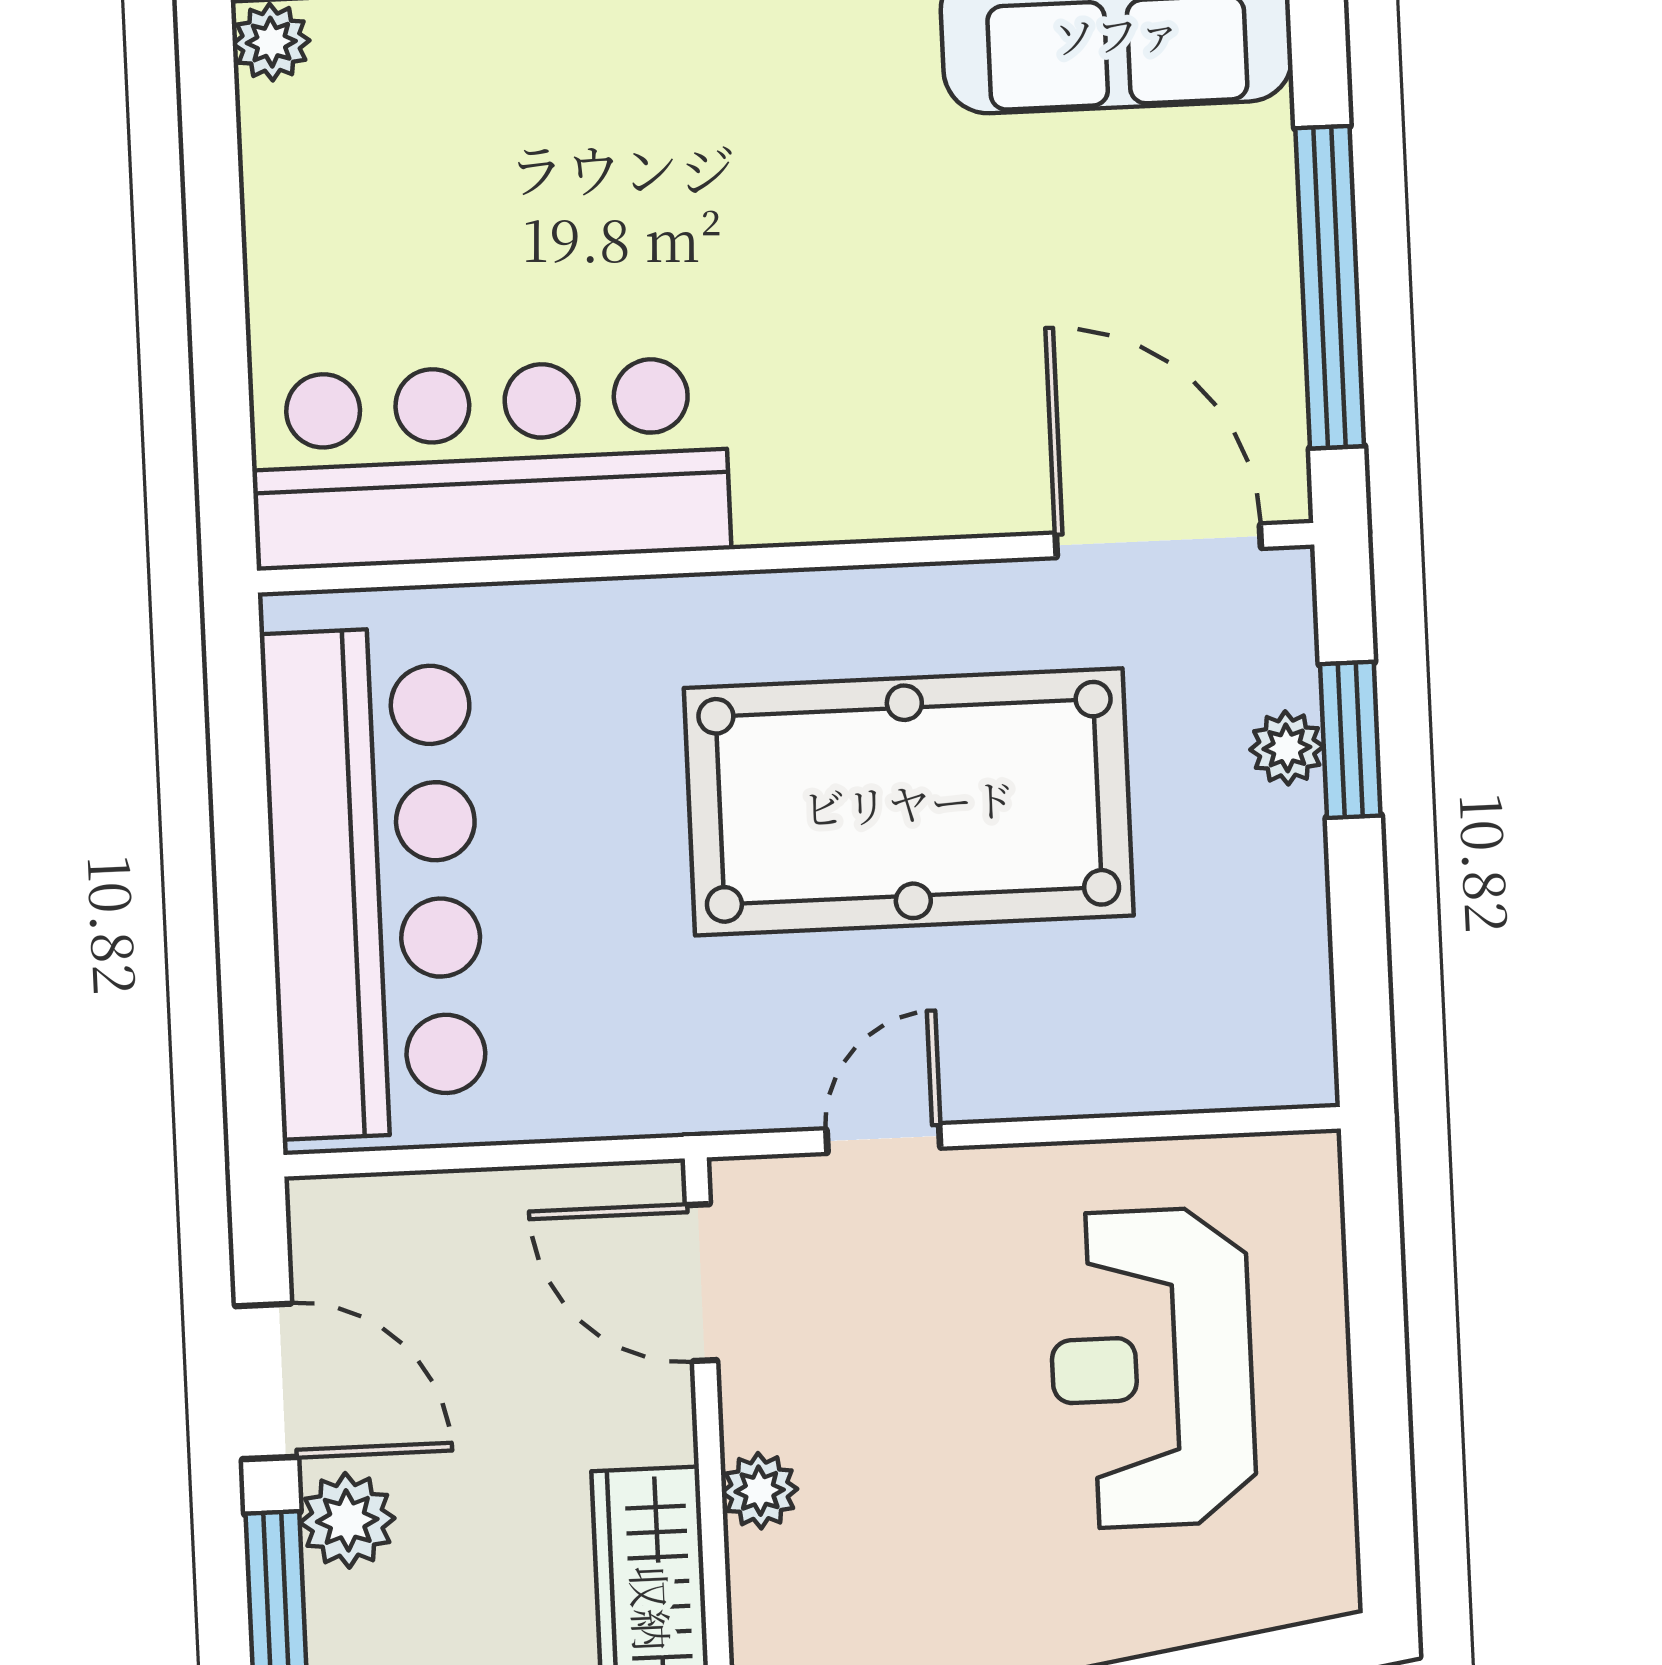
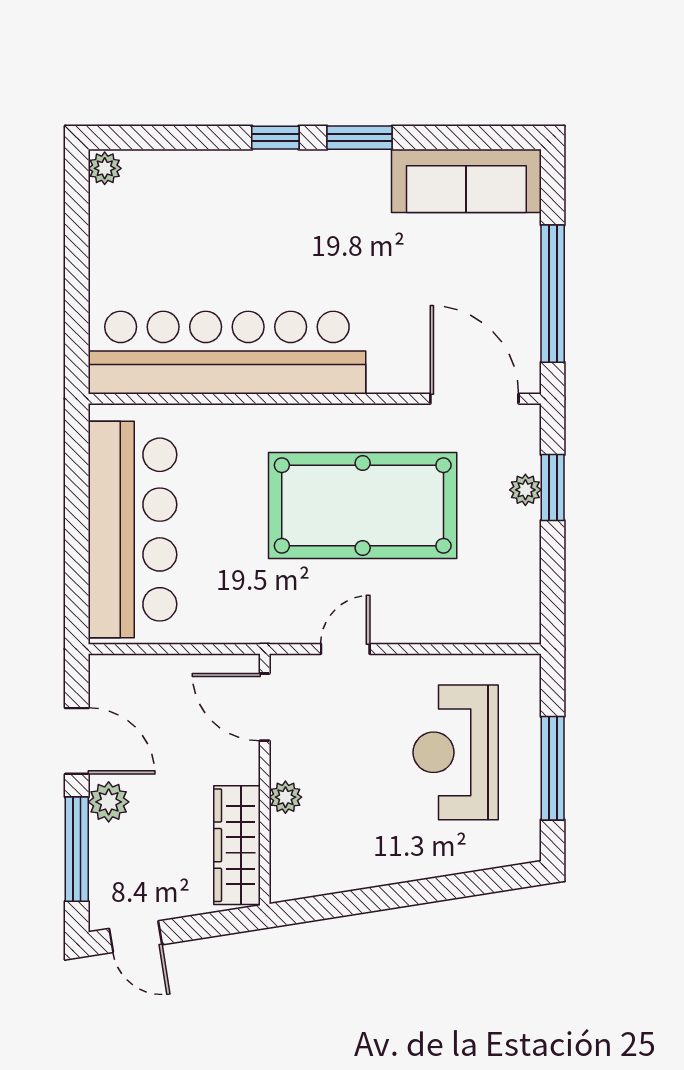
bar counter: (490, 463) -> (227, 353), width x1.36
window: (1380, 1395) -> (553, 768), added

